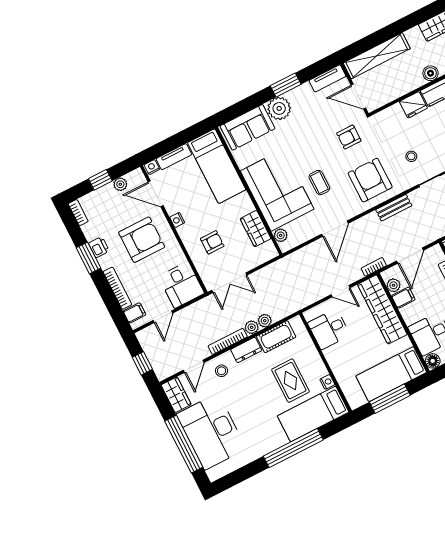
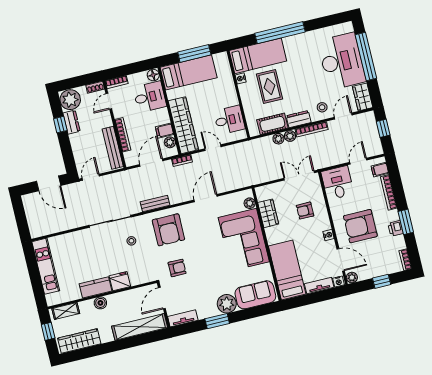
door: (358, 97) -> (162, 298), swing flipped
coffee table: (319, 183) -> (209, 238), removed
plant: (120, 184) -> (352, 278), moved

